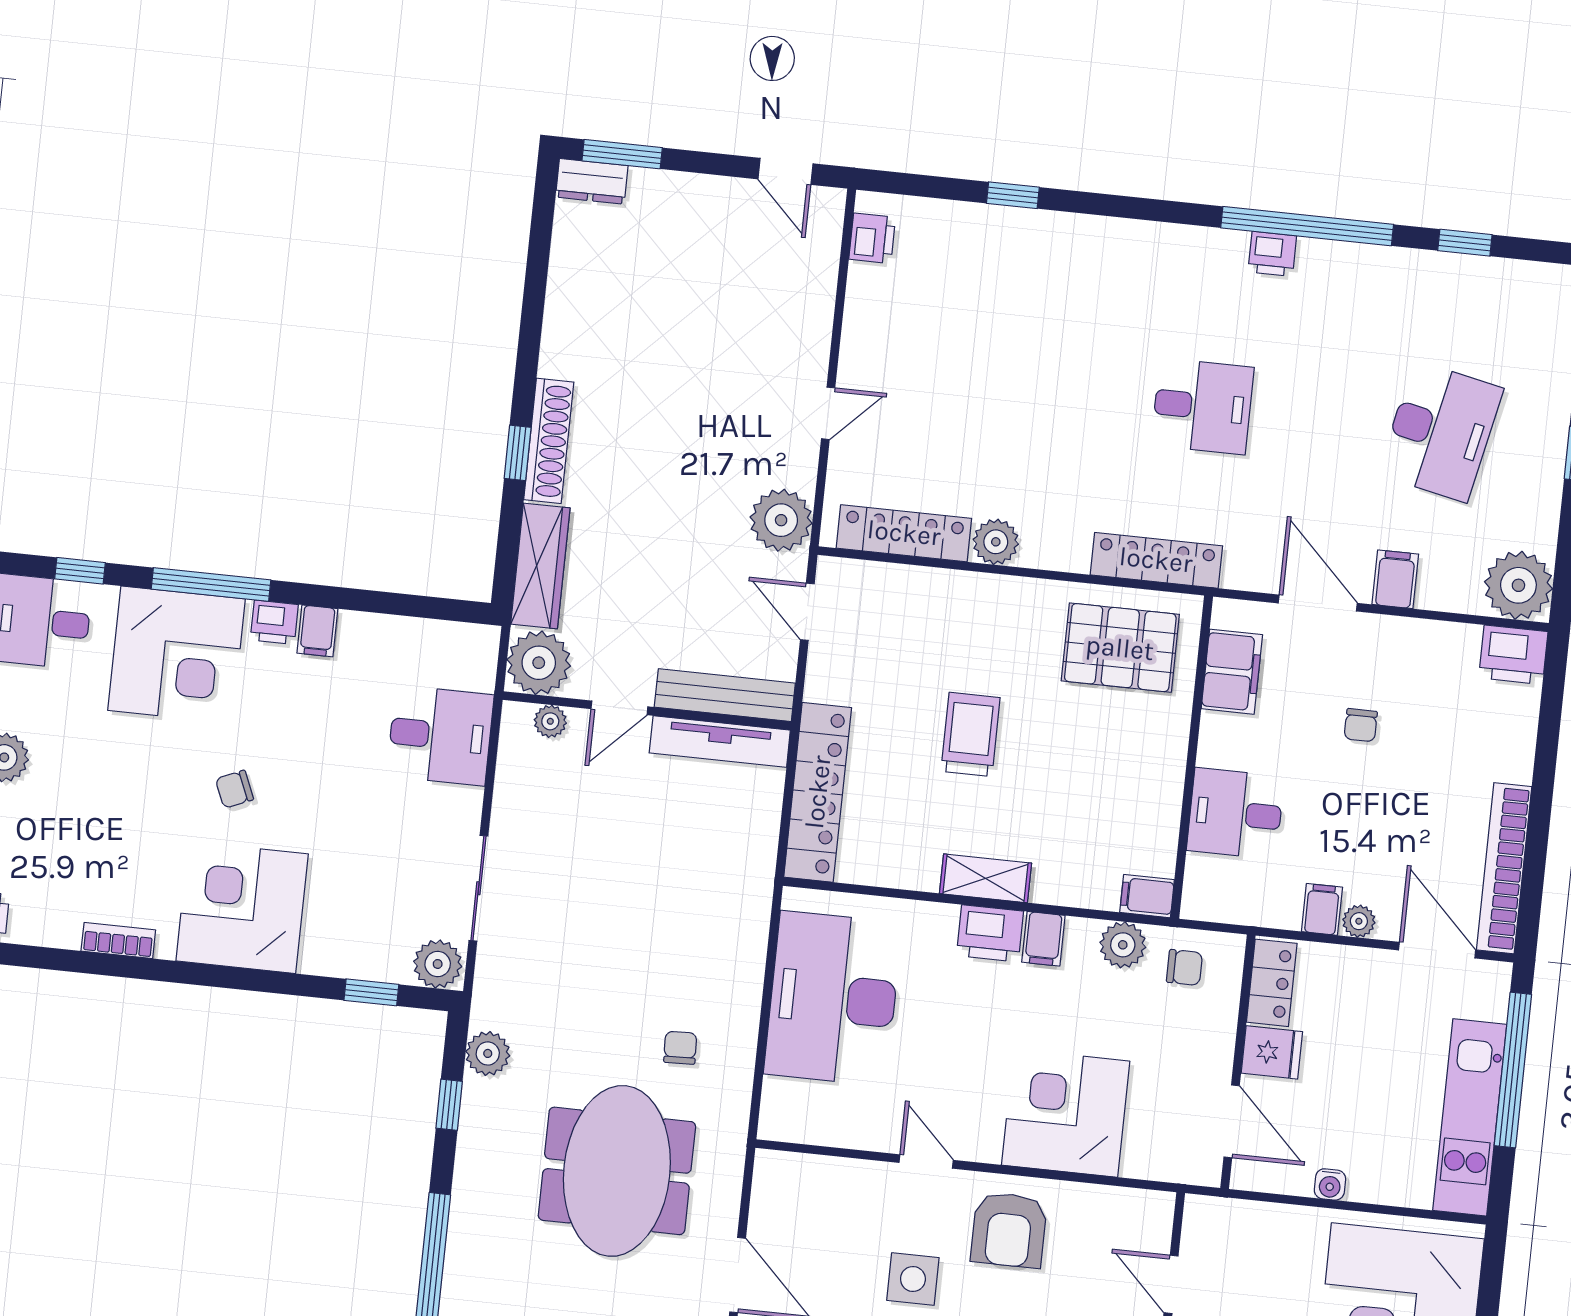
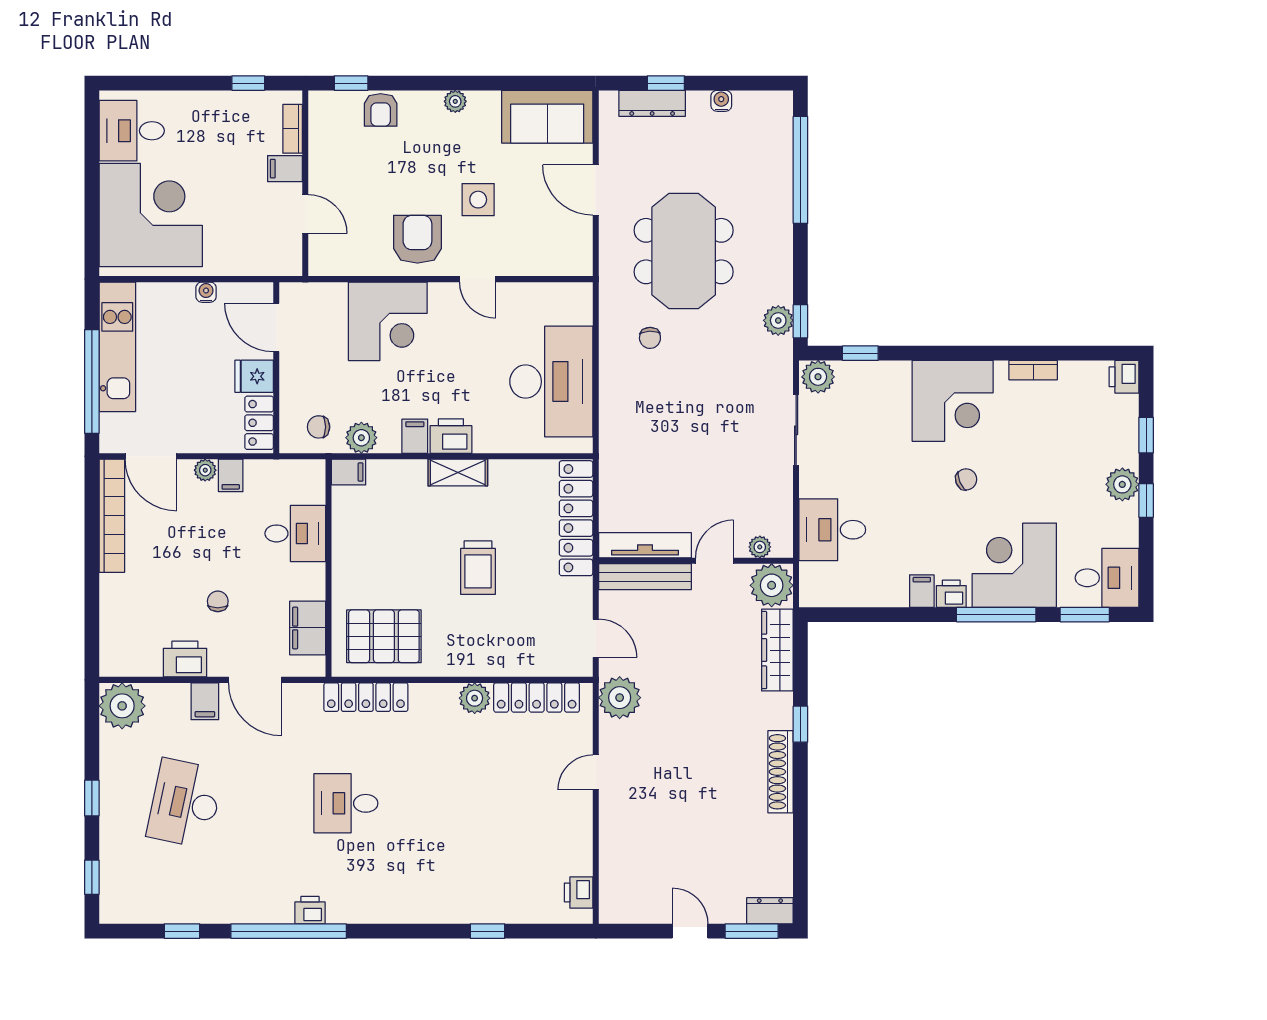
door: (785, 171) -> (690, 931), moved
shoe rack: (549, 441) -> (780, 772), moved
window: (80, 571) -> (1085, 615), width x1.50
printer: (1513, 655) -> (185, 659), moved
window: (449, 1105) -> (800, 321), moved

